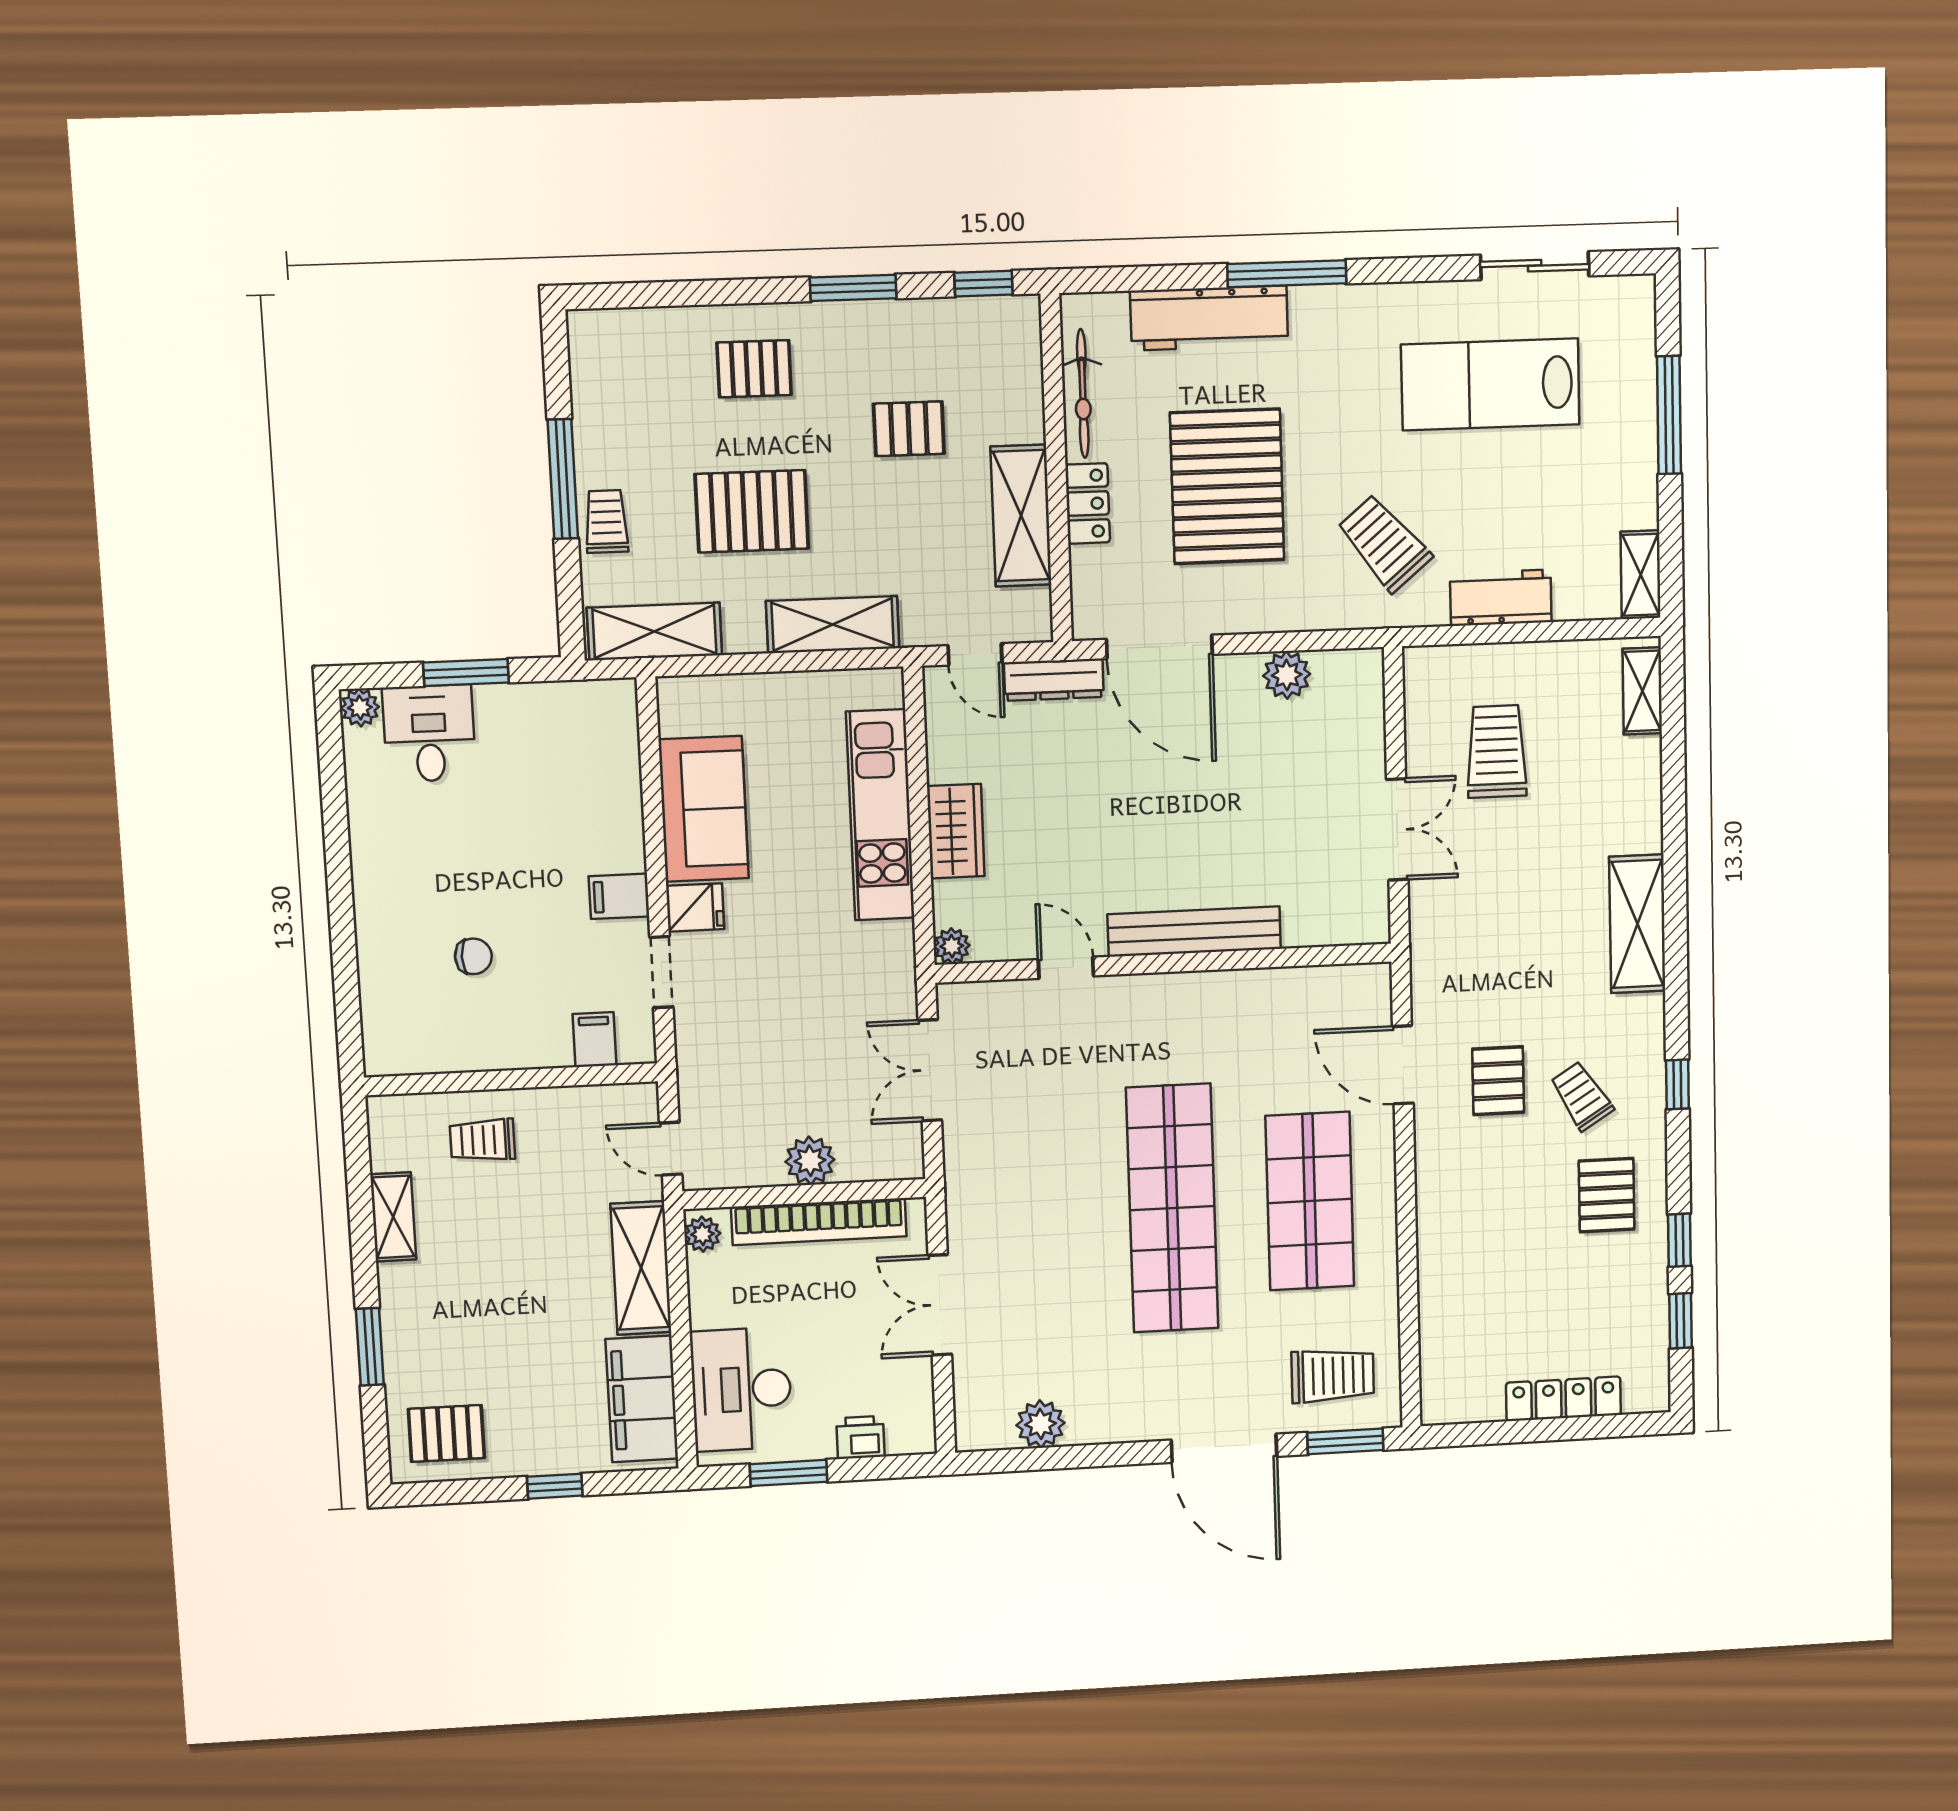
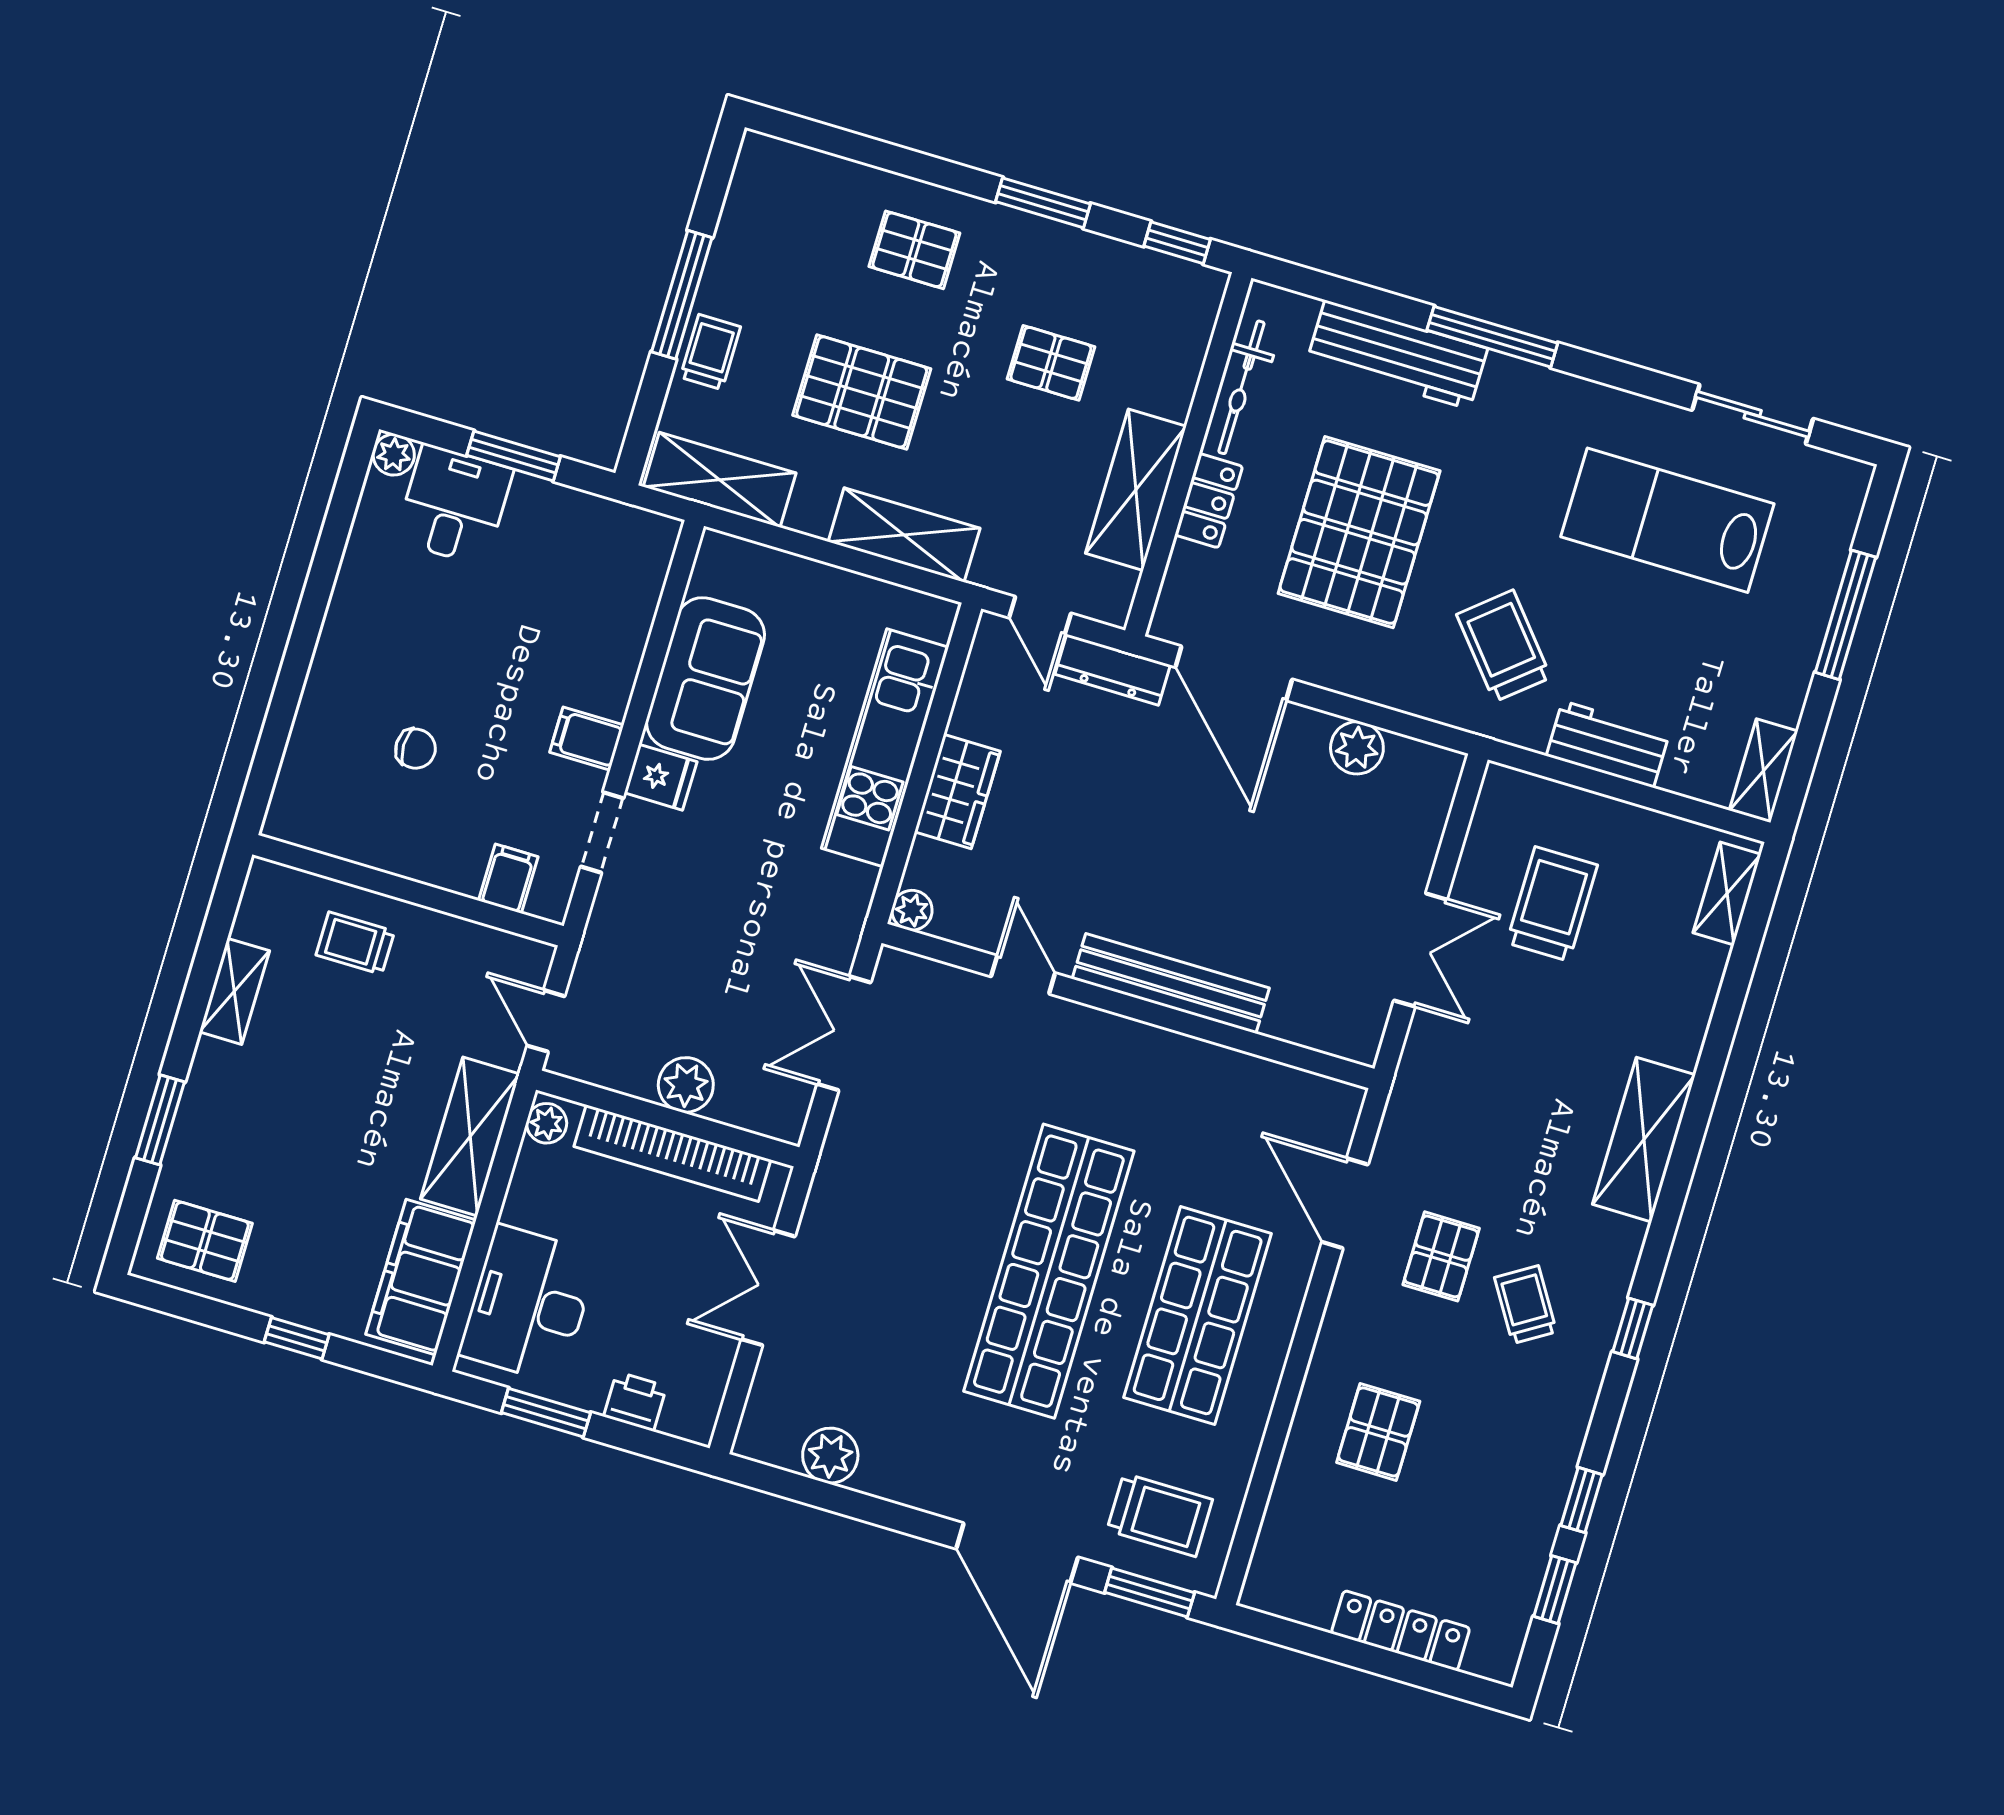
pallet: (1607, 1195) -> (1378, 1432), moved

